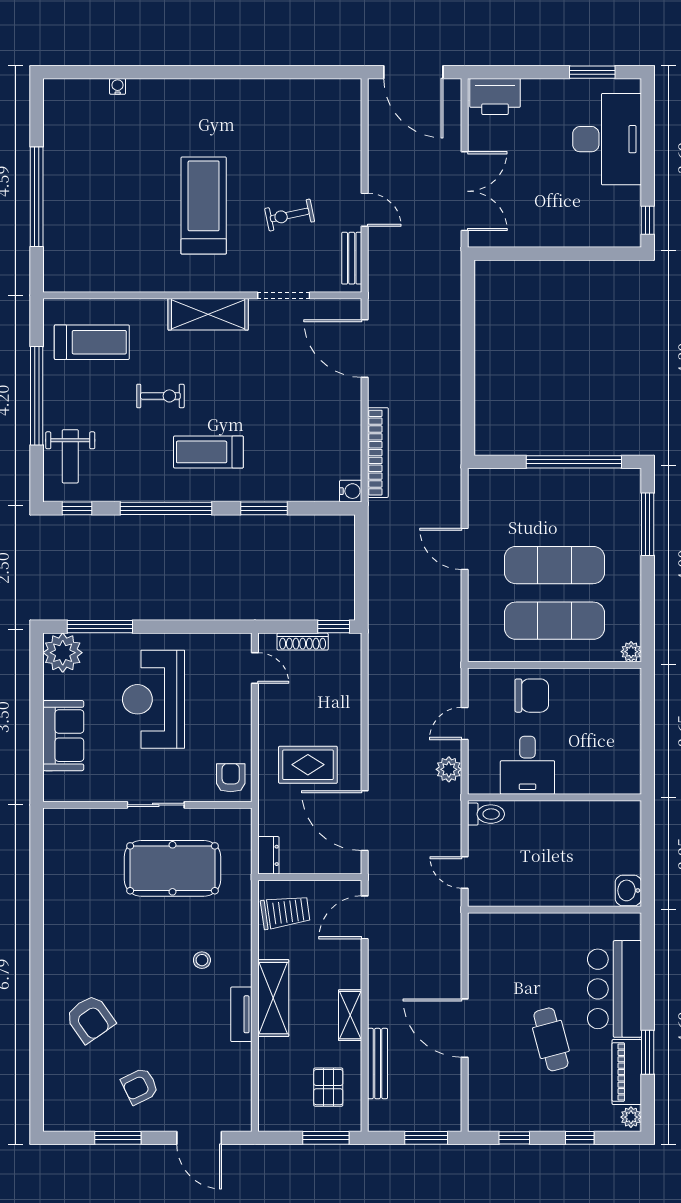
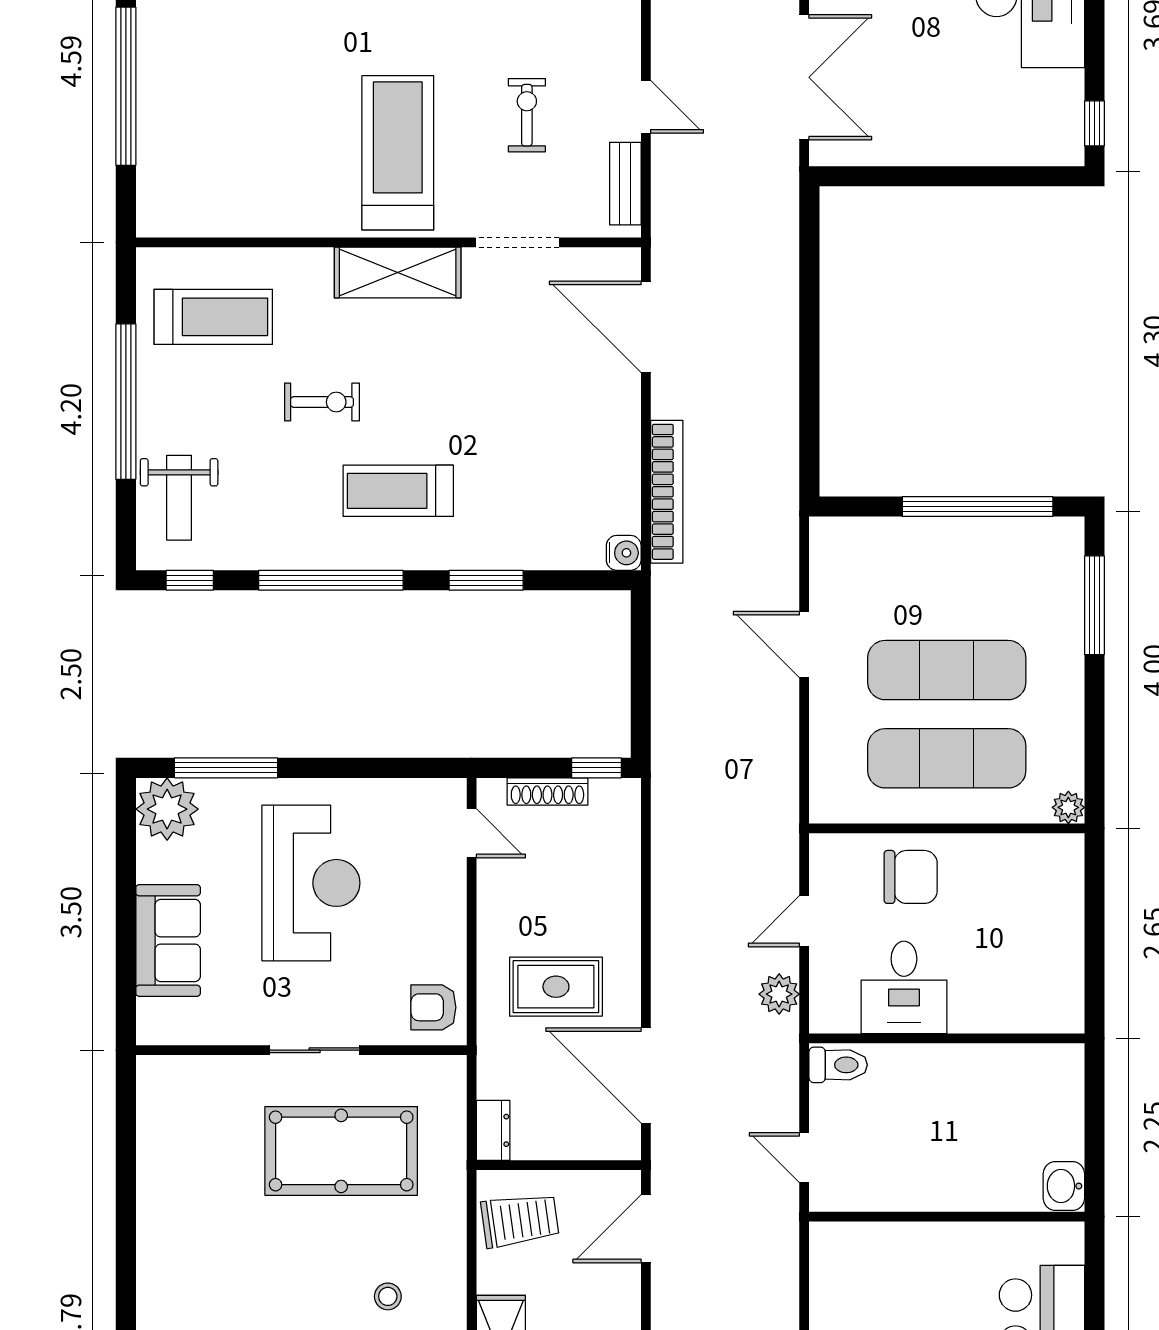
treadmill: (204, 206) -> (398, 153), moved
exercise bike: (290, 215) -> (527, 115), turned 102
reception desk: (153, 699) -> (311, 883), turned 180
armchair: (231, 778) -> (433, 1007), turned -90

